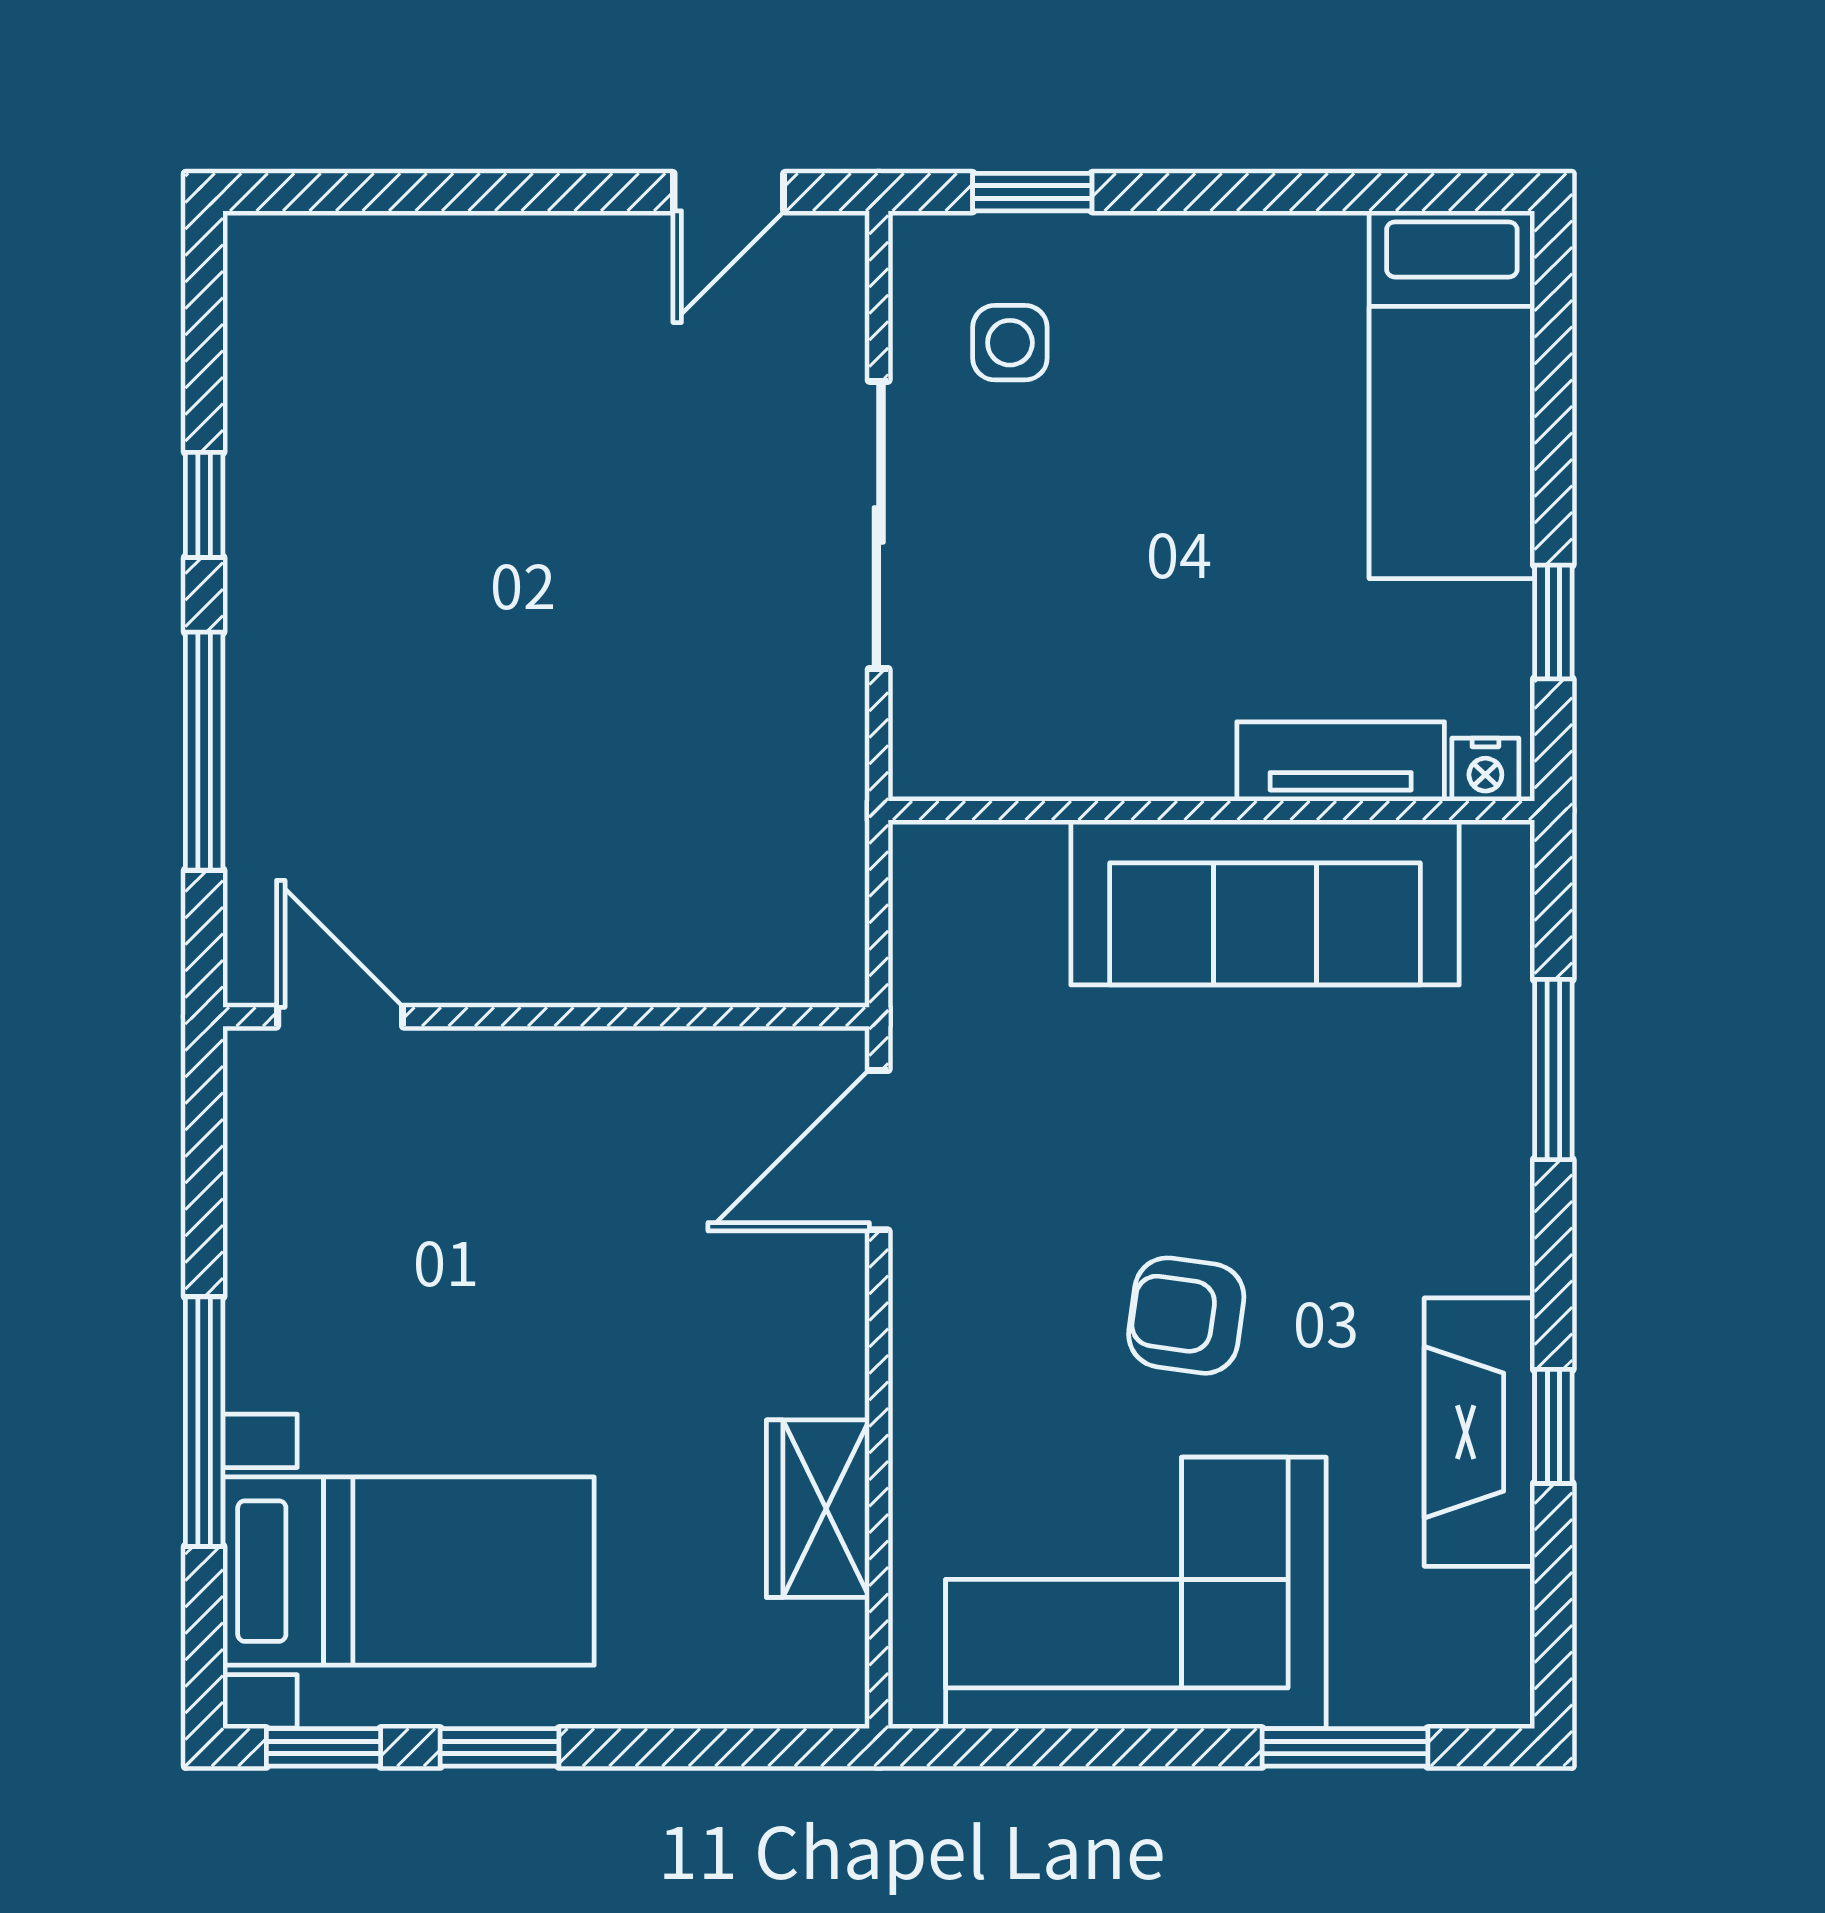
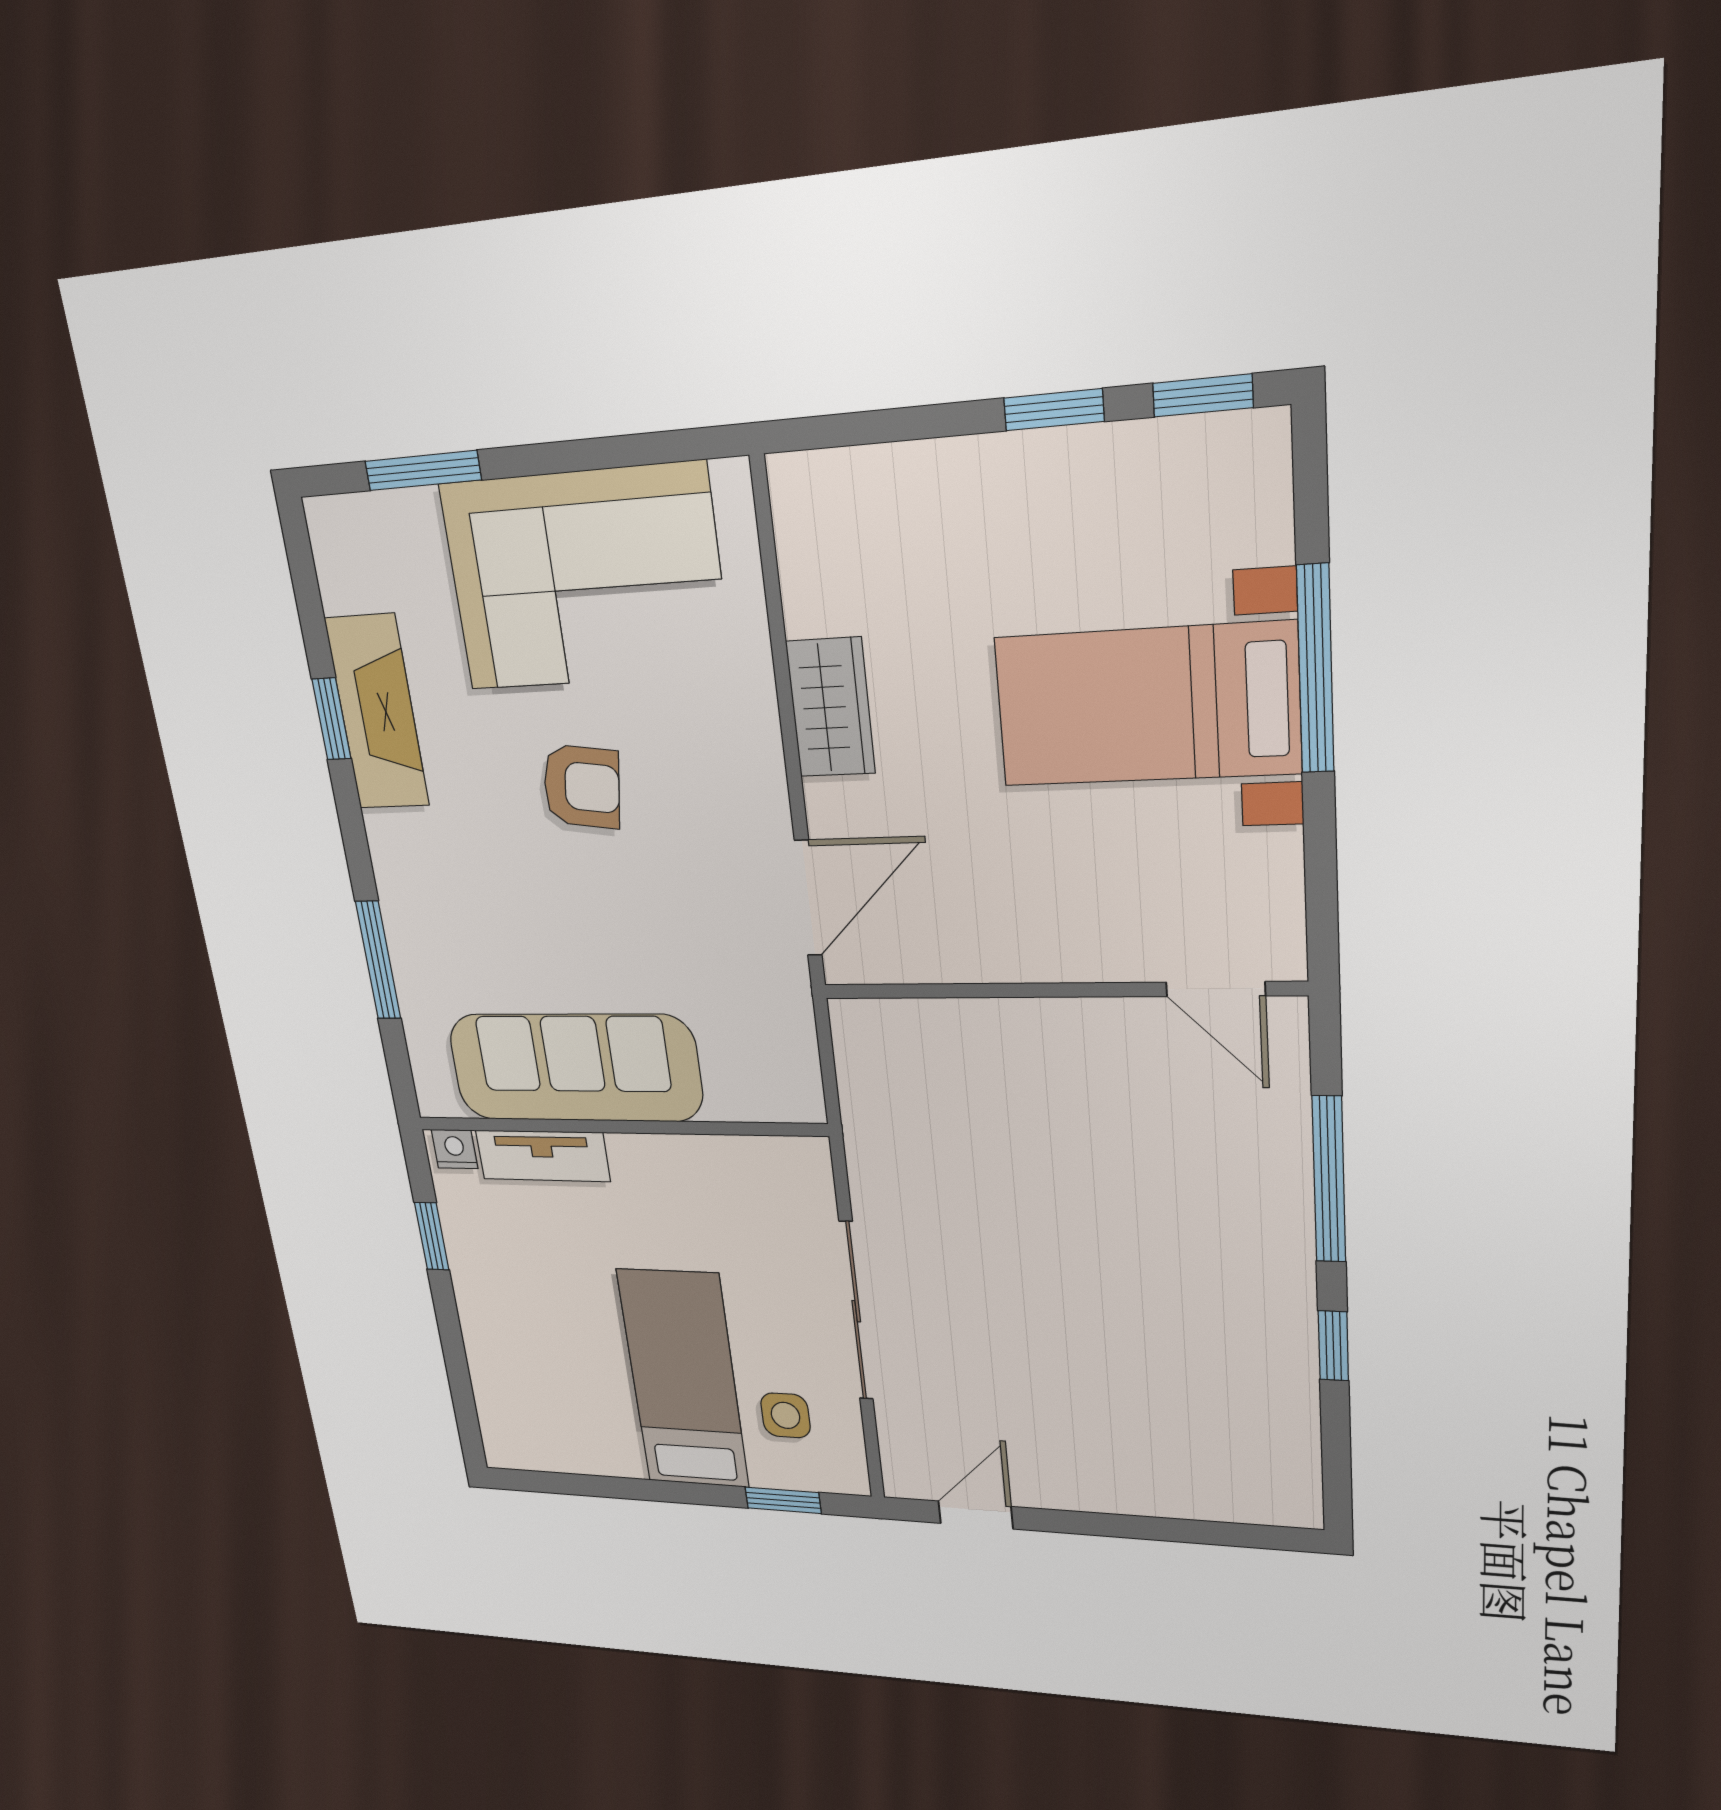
bed: (1452, 395) -> (683, 1379), moved
wardrobe: (818, 1509) -> (831, 707), moved
bed with nightstands: (409, 1571) -> (1147, 705), moved

